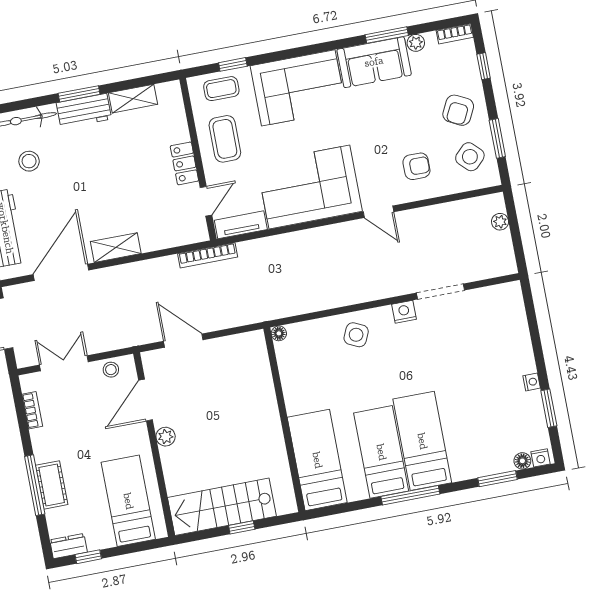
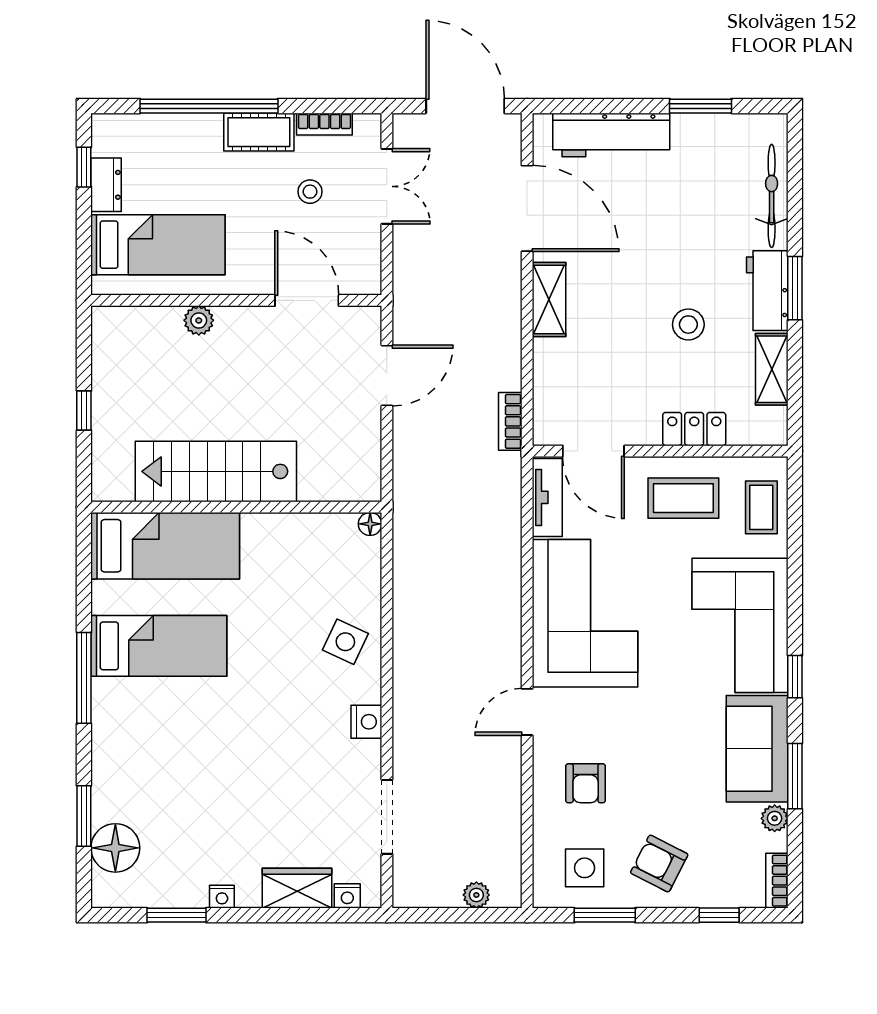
window: (233, 64) -> (795, 677), moved
side table: (470, 157) -> (585, 868), turned 45
stool: (29, 161) -> (688, 325), moved
locker: (184, 163) -> (694, 429), moved
door: (206, 201) -> (593, 451), width x1.38
bookcase: (208, 255) -> (510, 421), width x0.64
doorway: (441, 291) -> (387, 817), moved
wardrobe: (517, 336) -> (297, 888), added
stool: (111, 370) -> (310, 192), moved
plant: (166, 437) -> (199, 320), moved
bed: (422, 441) -> (164, 712), removed
nightstand: (541, 458) -> (347, 896), moved, turned -90
floor lamp: (522, 461) -> (115, 848), width x1.89, depth x1.89
window: (35, 485) -> (209, 106), width x1.46
cot: (52, 485) -> (259, 132), moved
stairs: (222, 507) -> (216, 471), moved, turned -90
dresser: (68, 546) -> (106, 185), moved

